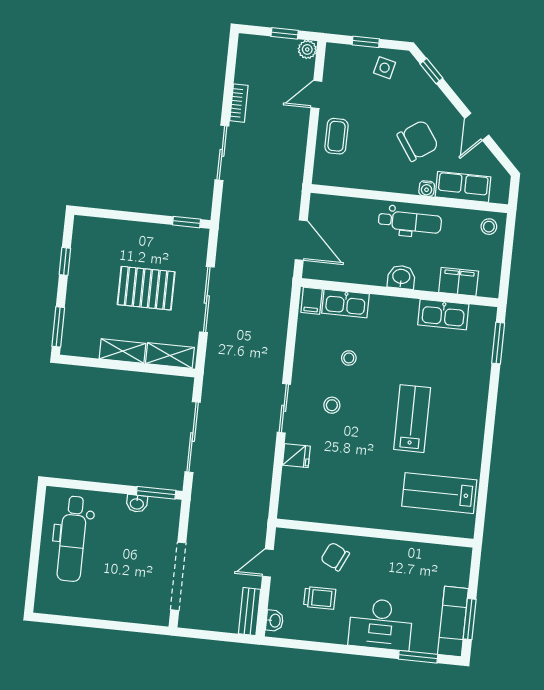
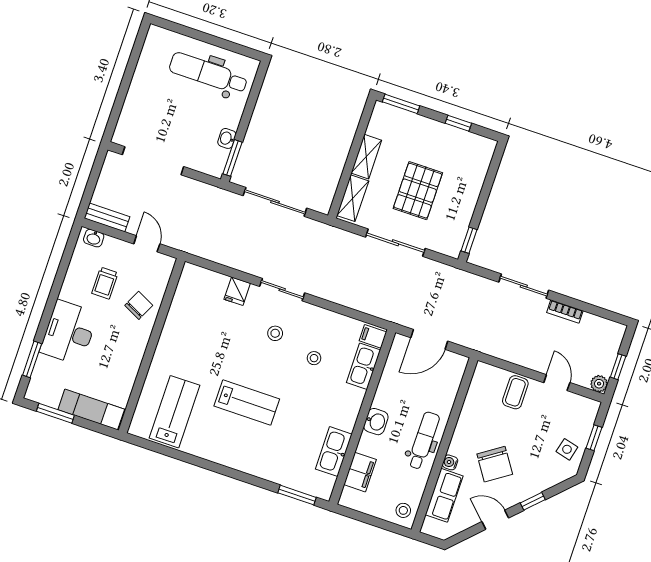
window: (431, 71) -> (533, 501), moved
coffee table: (337, 136) -> (515, 392), turned 90
dental chair: (410, 222) -> (424, 441), turned 180
exam couch: (453, 621) -> (91, 409), moved

